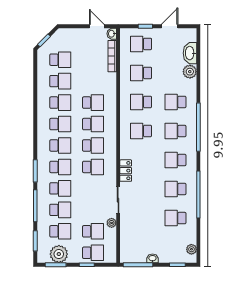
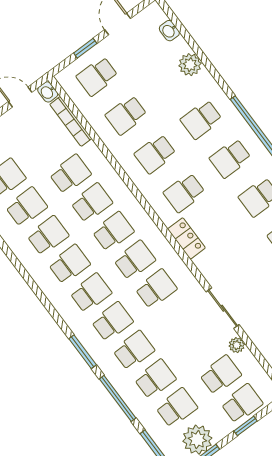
washbasin: (190, 53) -> (169, 31), width x0.52, depth x0.69
school desk: (93, 81) -> (70, 174), added
locker: (126, 171) -> (186, 238), moved

